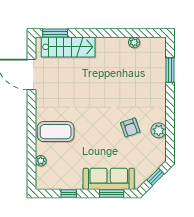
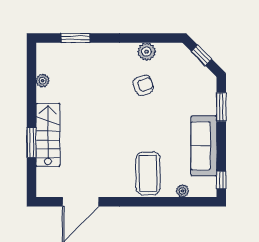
window: (55, 33) -> (31, 143), moved
stairs: (68, 47) -> (48, 135), moved
sofa: (109, 179) -> (204, 146), moved
window: (69, 194) -> (221, 180), moved

